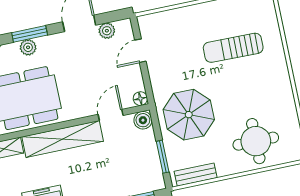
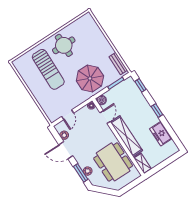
sun lounger: (233, 48) -> (48, 69), width x1.36, depth x1.34
door: (140, 51) -> (68, 115), hinge flipped
door: (111, 115) -> (105, 117), swing flipped
round table: (256, 141) -> (64, 45), moved

